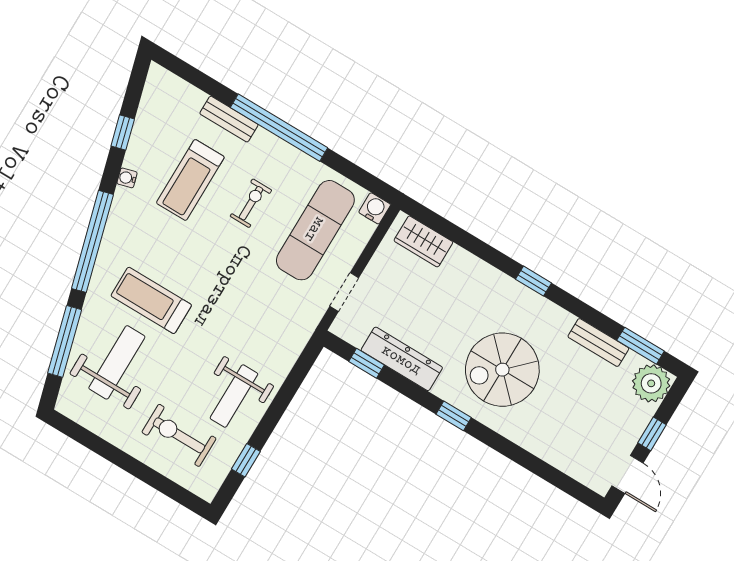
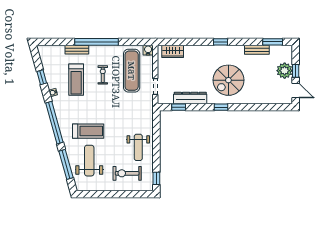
treadmill: (151, 300) -> (88, 131), turned 180
plant: (651, 383) -> (285, 71), moved
window: (246, 460) -> (156, 178), moved

